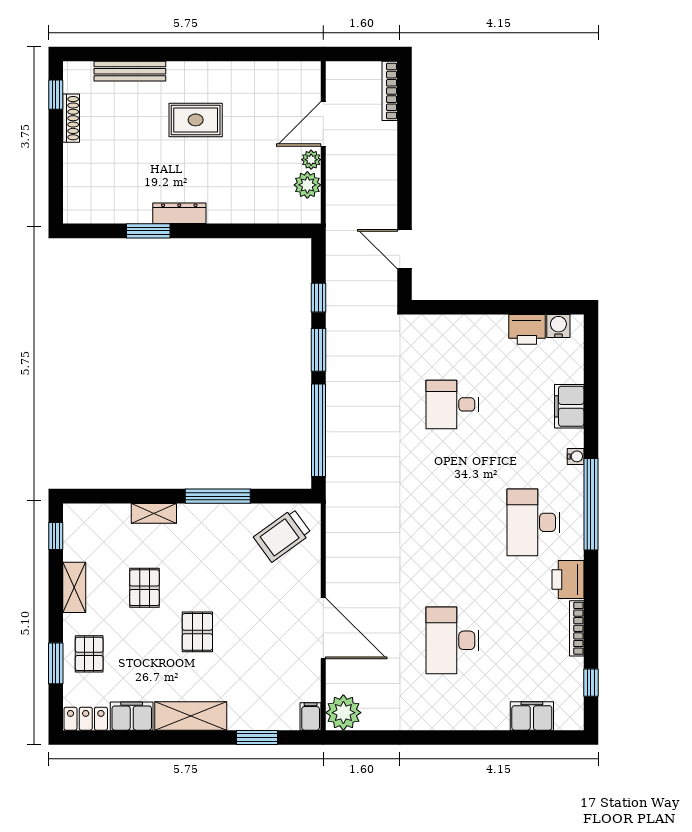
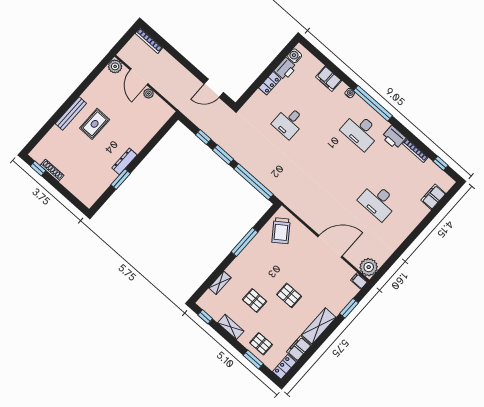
bench: (130, 71) -> (71, 113), moved
plant: (307, 185) -> (115, 66), moved
locker: (485, 325) -> (270, 83), added
shelving: (154, 513) -> (220, 283), moved

